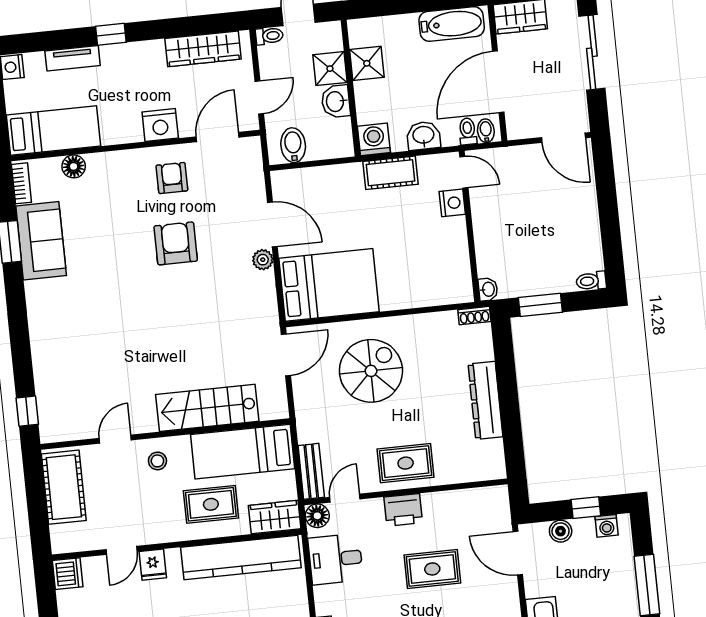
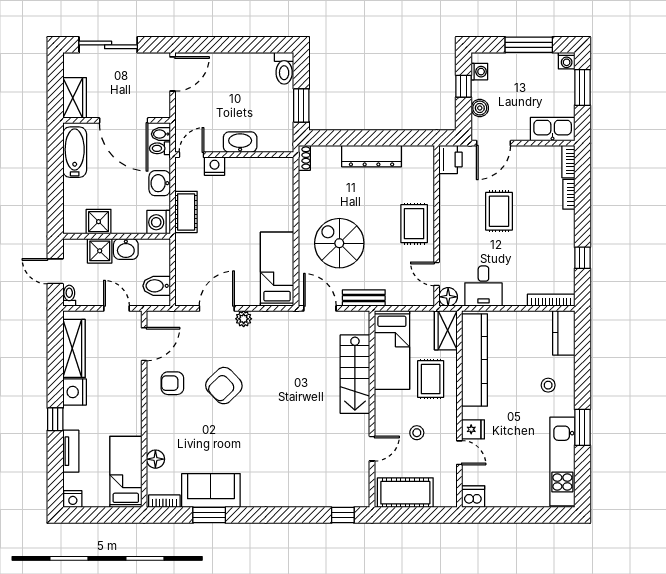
nightstand: (160, 125) -> (75, 392), moved, turned 180
door: (218, 137) -> (144, 344), swing flipped
armchair: (176, 243) -> (224, 386), turned -44
toilet: (591, 281) -> (284, 68), width x1.37, depth x1.39
bed: (329, 285) -> (277, 269), width x0.67
washbasin: (488, 289) -> (240, 142), moved, width x1.91, depth x1.45
door: (115, 439) -> (372, 449), swing flipped
stool: (157, 461) -> (417, 433), moved
bench: (311, 471) -> (364, 298), moved
printer: (403, 510) -> (450, 160), moved

